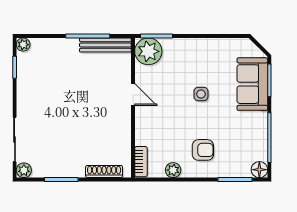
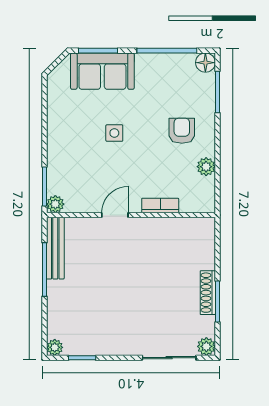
plant: (148, 51) -> (55, 204), width x0.53, depth x0.53
bookcase: (141, 162) -> (160, 205), moved
shoe rack: (104, 172) -> (208, 293), moved

